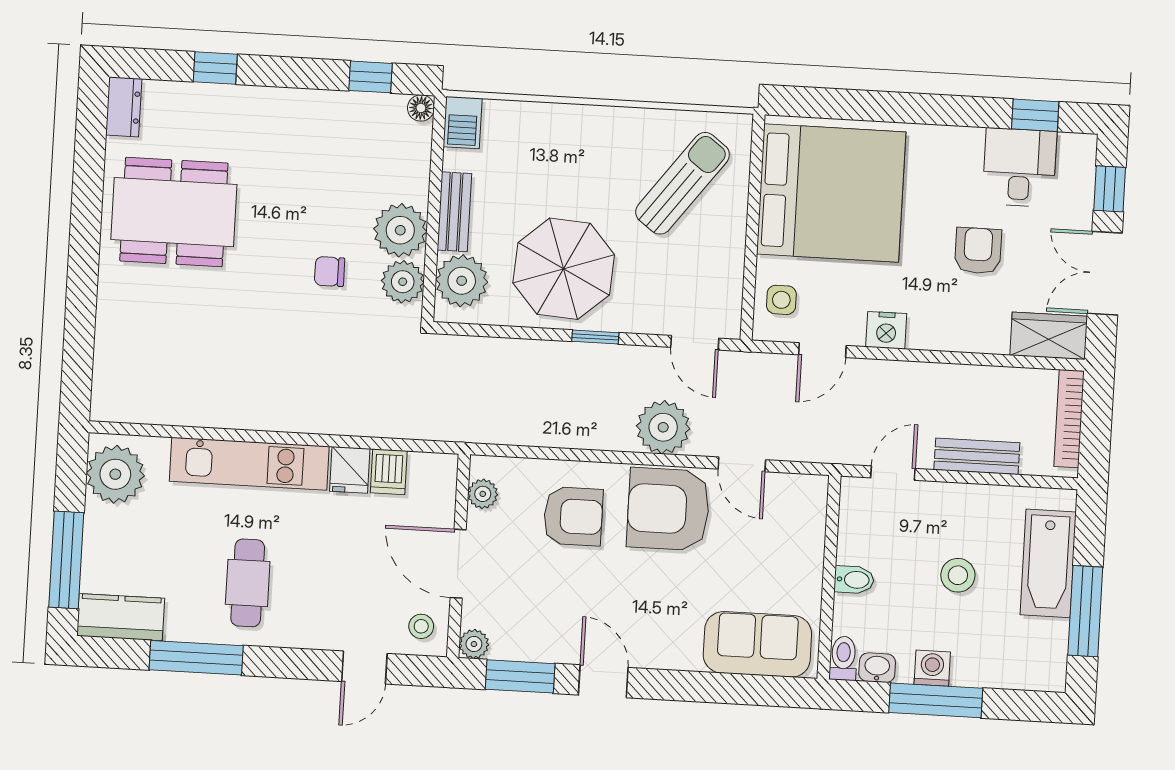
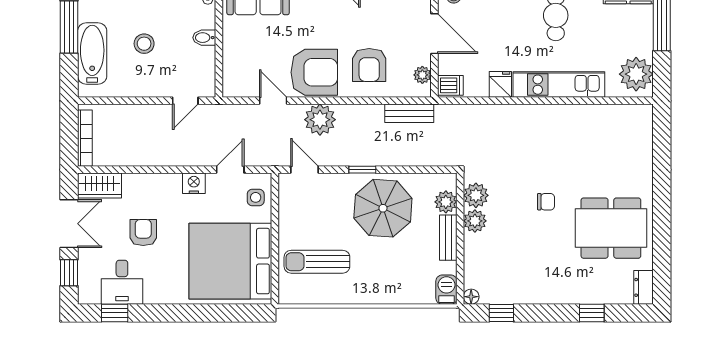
sun lounger: (683, 183) -> (317, 262), turned 53
plant: (400, 230) -> (475, 221), width x0.73, depth x0.73
armchair: (978, 251) -> (143, 233), turned 180
chair: (330, 272) -> (546, 202), moved
plant: (462, 281) -> (446, 202), width x0.73, depth x0.73
bench: (977, 456) -> (409, 113), moved
dishwasher: (389, 472) -> (450, 85), moved, turned 90
armchair: (573, 516) -> (369, 65), turned -90

